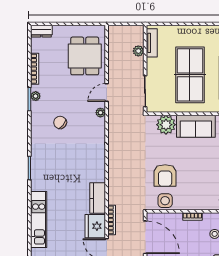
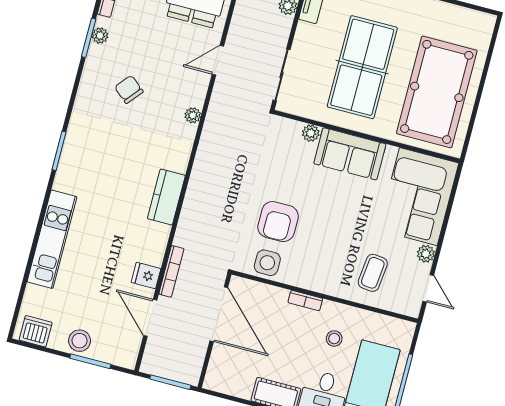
plant: (100, 113) -> (193, 115), moved
plant: (166, 125) -> (311, 133), width x0.53, depth x0.53
kitchen counter: (98, 198) -> (166, 197), moved
fridge: (95, 226) -> (146, 276), width x0.53, depth x0.75

